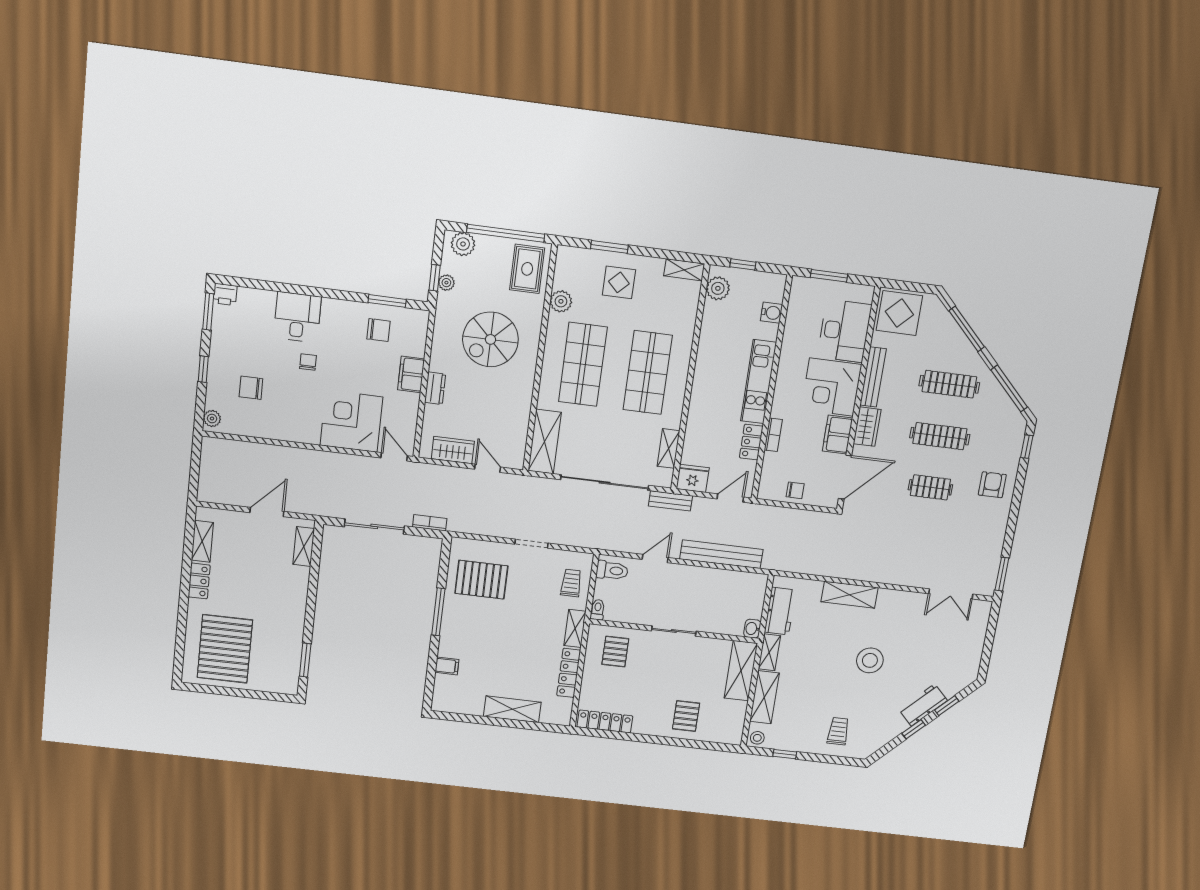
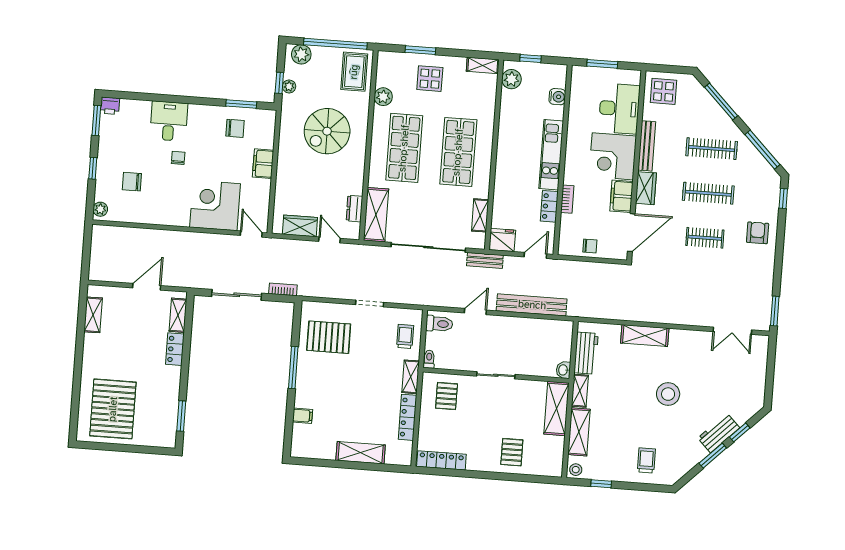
display table: (899, 313) -> (664, 91), width x0.73, depth x0.73
dresser: (435, 388) -> (354, 209), moved, turned 180
locker: (199, 581) -> (175, 349), moved, turned 180
window: (914, 729) -> (713, 456), width x1.50

